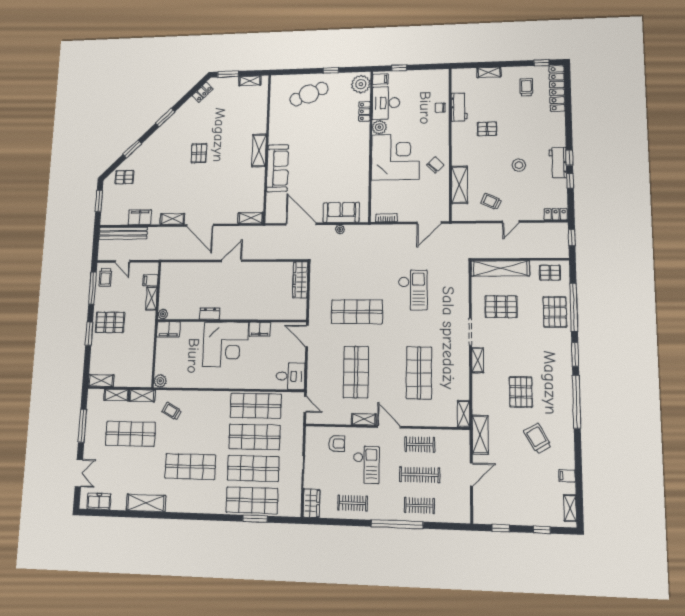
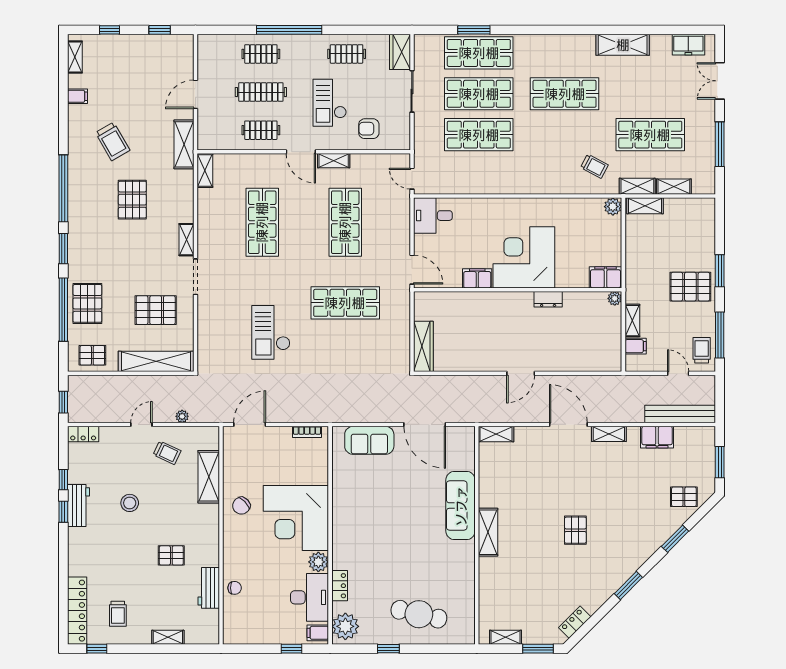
cafe table: (309, 94) -> (419, 614), turned 36
plant: (340, 229) -> (182, 416), moved
shelving: (101, 380) -> (645, 206), moved
shop shelf: (256, 406) -> (479, 175), removed

